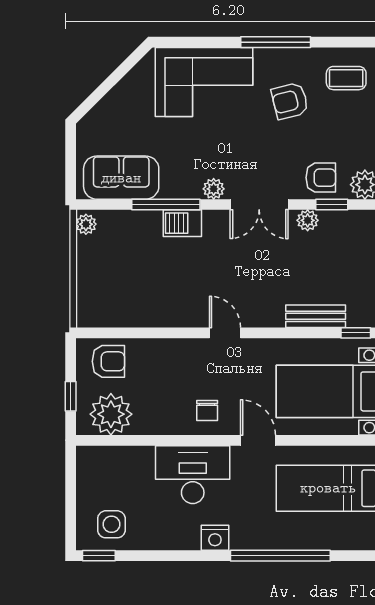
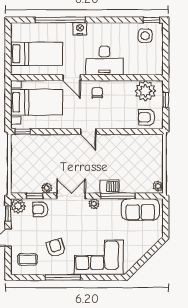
armchair: (290, 101) -> (56, 248), turned -93
bench: (316, 316) -> (43, 140), removed
nightstand: (215, 538) -> (80, 29), moved

